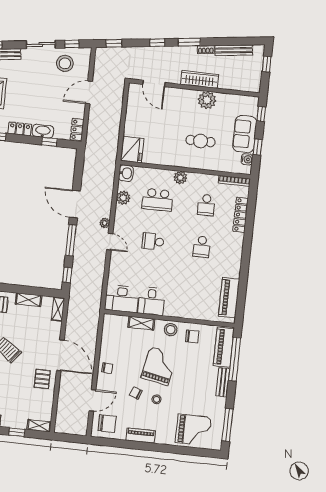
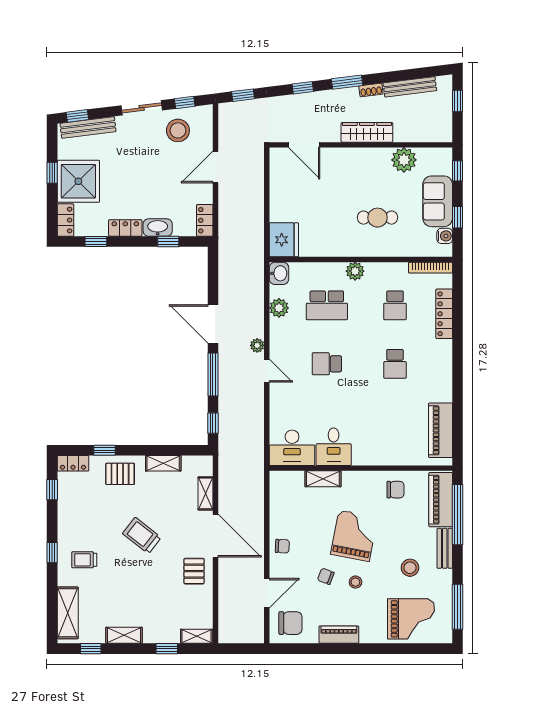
plant: (207, 100) -> (404, 160), moved
shelving: (58, 309) -> (205, 493), moved
stool: (171, 330) -> (410, 568), moved

